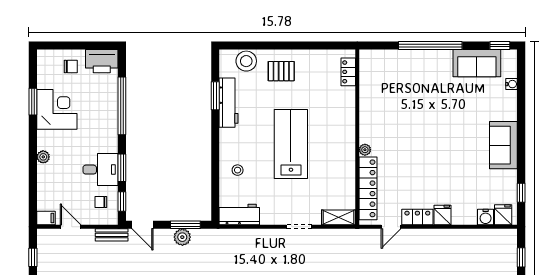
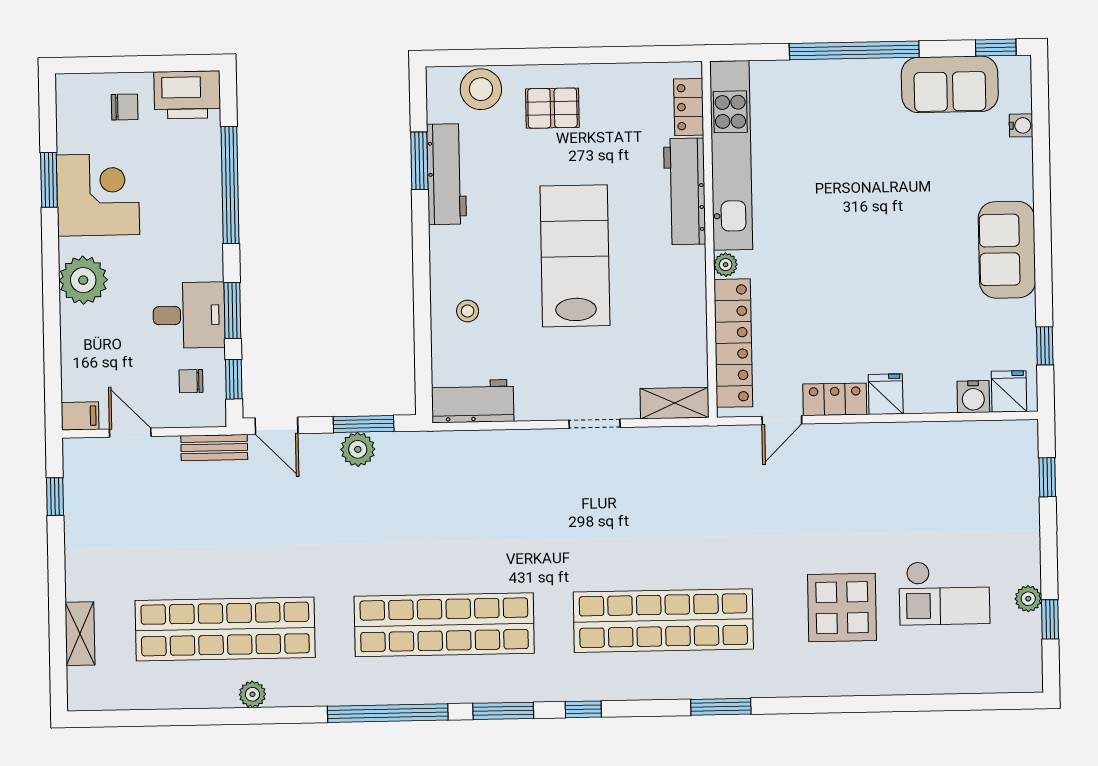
kitchen unit: (369, 96) -> (731, 155), added
workbench: (345, 113) -> (685, 191), added
plant: (43, 157) -> (83, 280), width x1.87, depth x1.87

